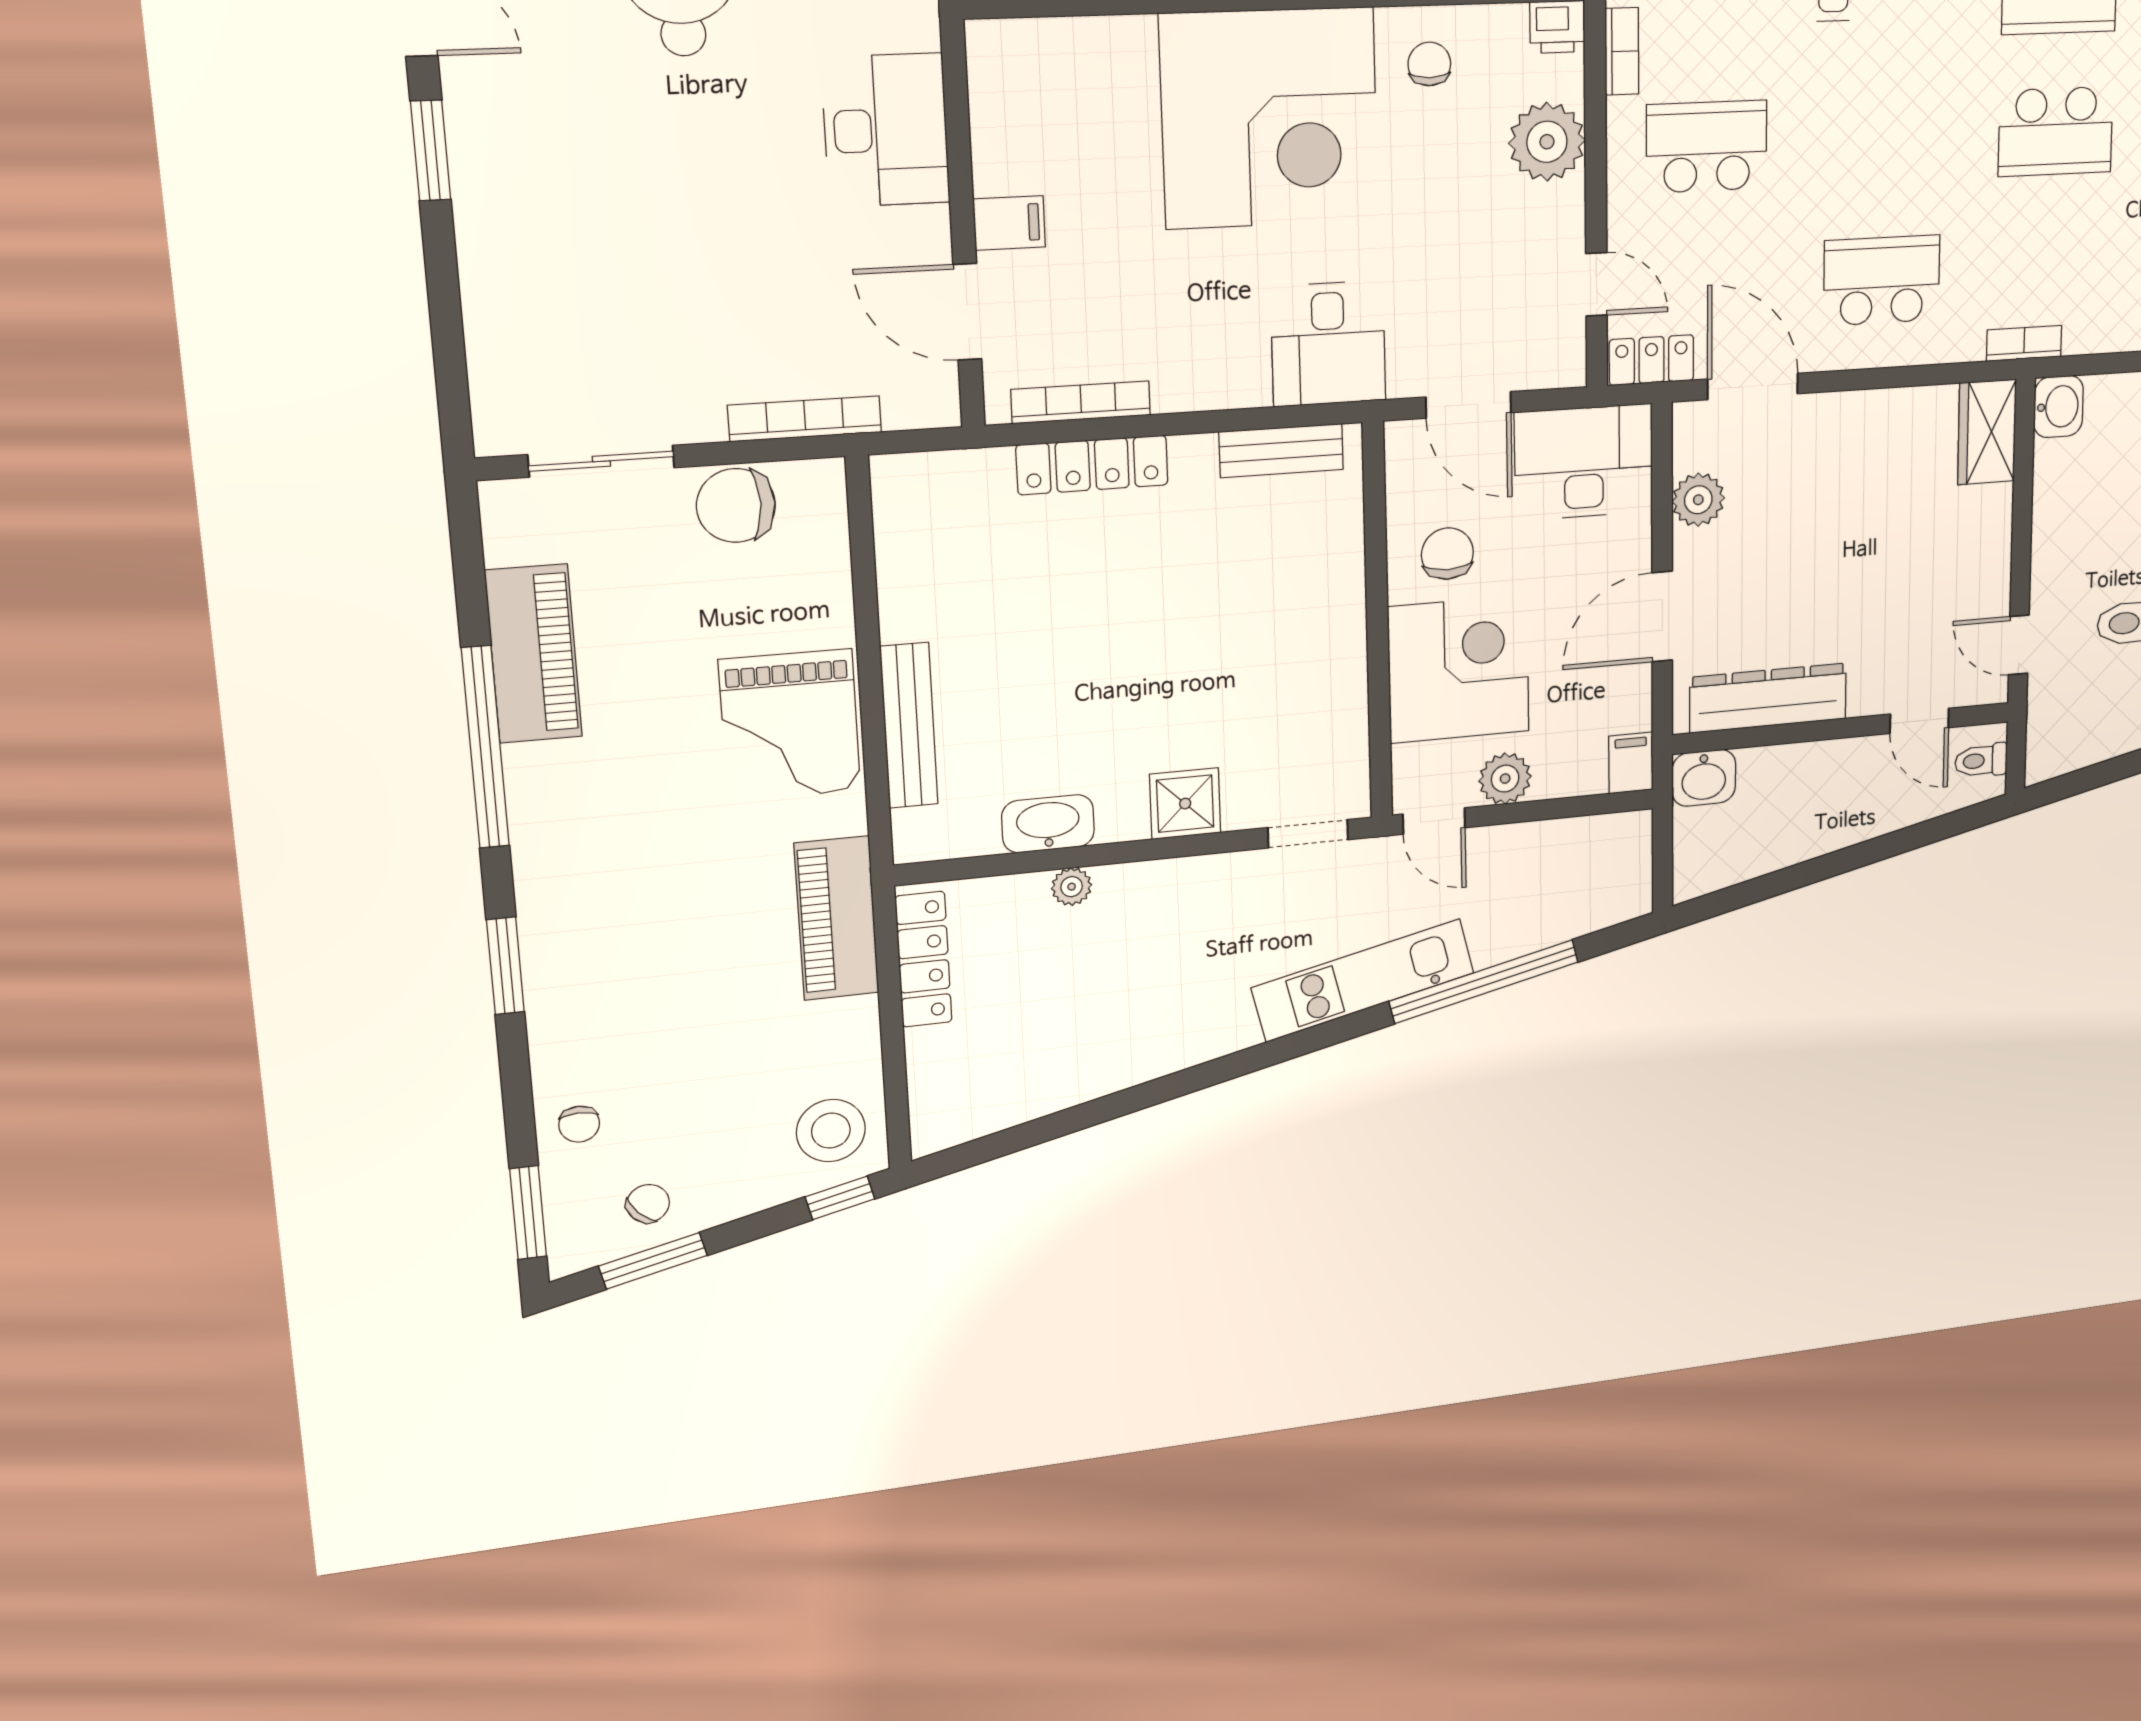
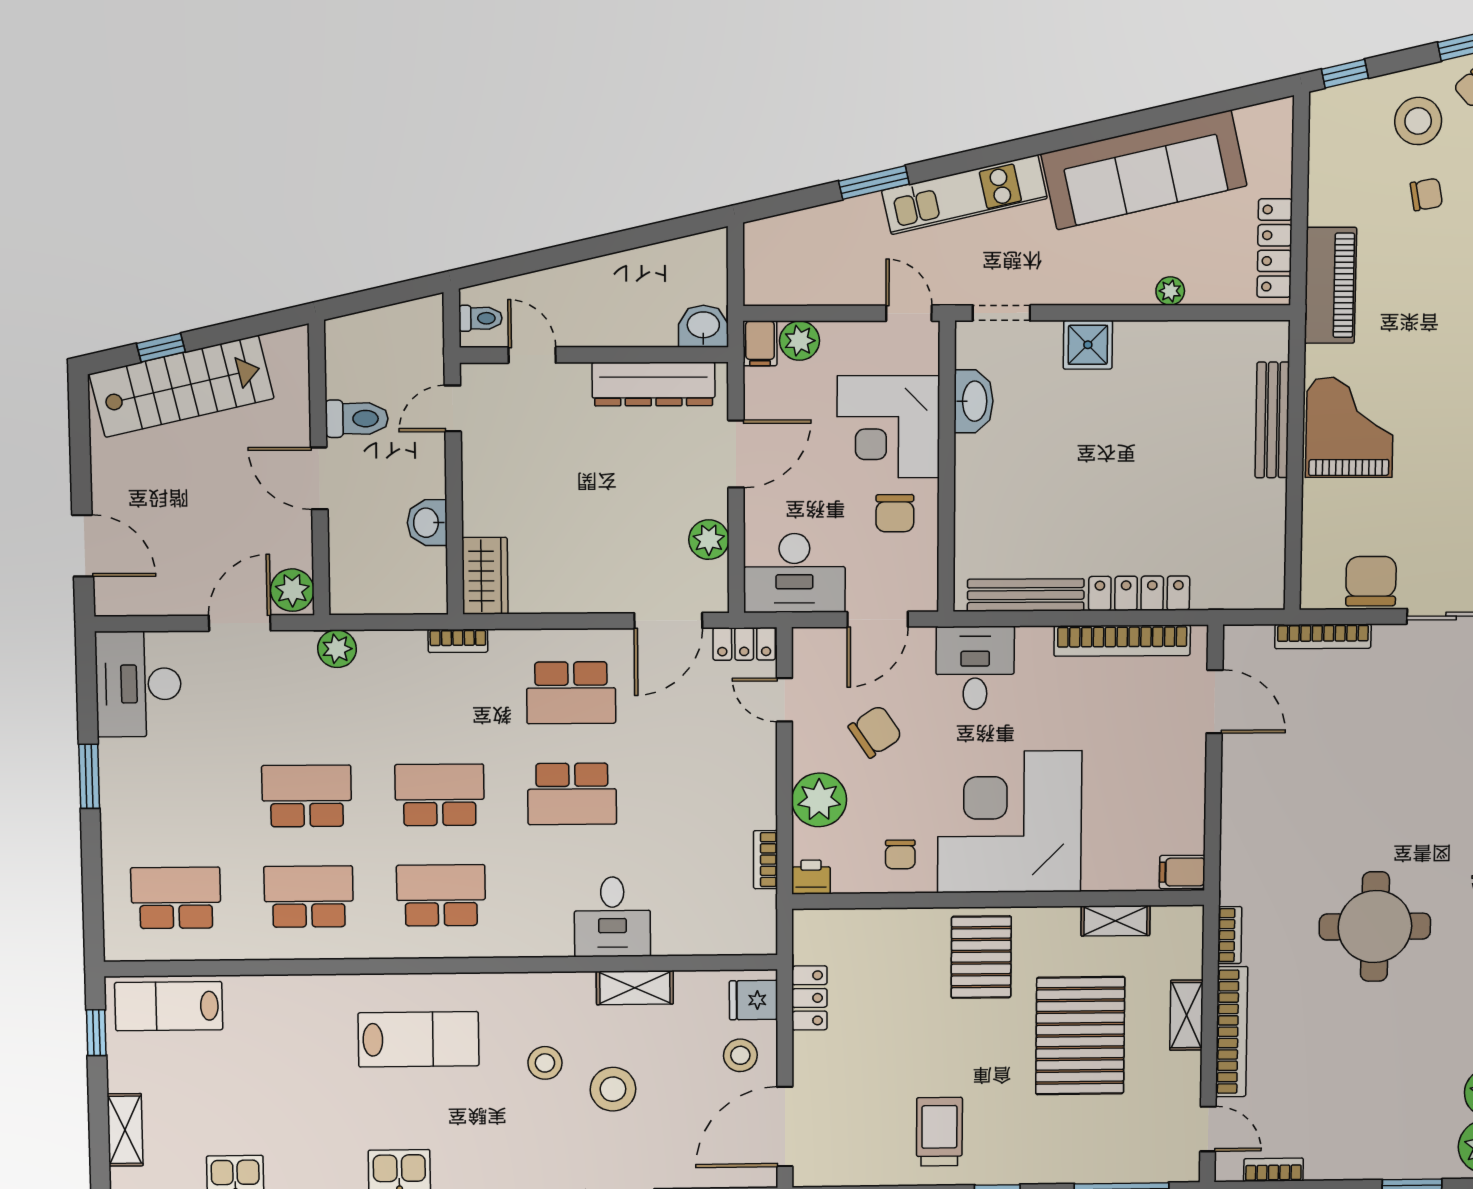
desk: (886, 130) -> (1258, 822), removed
school desk: (1707, 147) -> (572, 794), moved
filing cabinet: (1009, 223) -> (1182, 872), moved
chair: (1469, 245) -> (875, 732), added
door: (1753, 386) -> (668, 621), hinge flipped
bookcase: (1081, 402) -> (1122, 641), width x1.48, depth x1.31
door: (1468, 405) -> (878, 619), swing flipped
washbasin: (2058, 407) -> (427, 523), moved
bench: (1281, 451) -> (1026, 595), width x1.36
chair: (736, 505) -> (1371, 581), turned -90
door: (2019, 645) -> (453, 408), swing flipped
plant: (1505, 779) -> (800, 341), moved
washbasin: (1048, 824) -> (974, 401), moved, turned -90
window: (1484, 982) -> (874, 183), width x0.47
sofa: (1118, 1040) -> (1144, 170), added
chair: (703, 1055) -> (1426, 194), added
stool: (831, 1131) -> (1418, 121), moved

